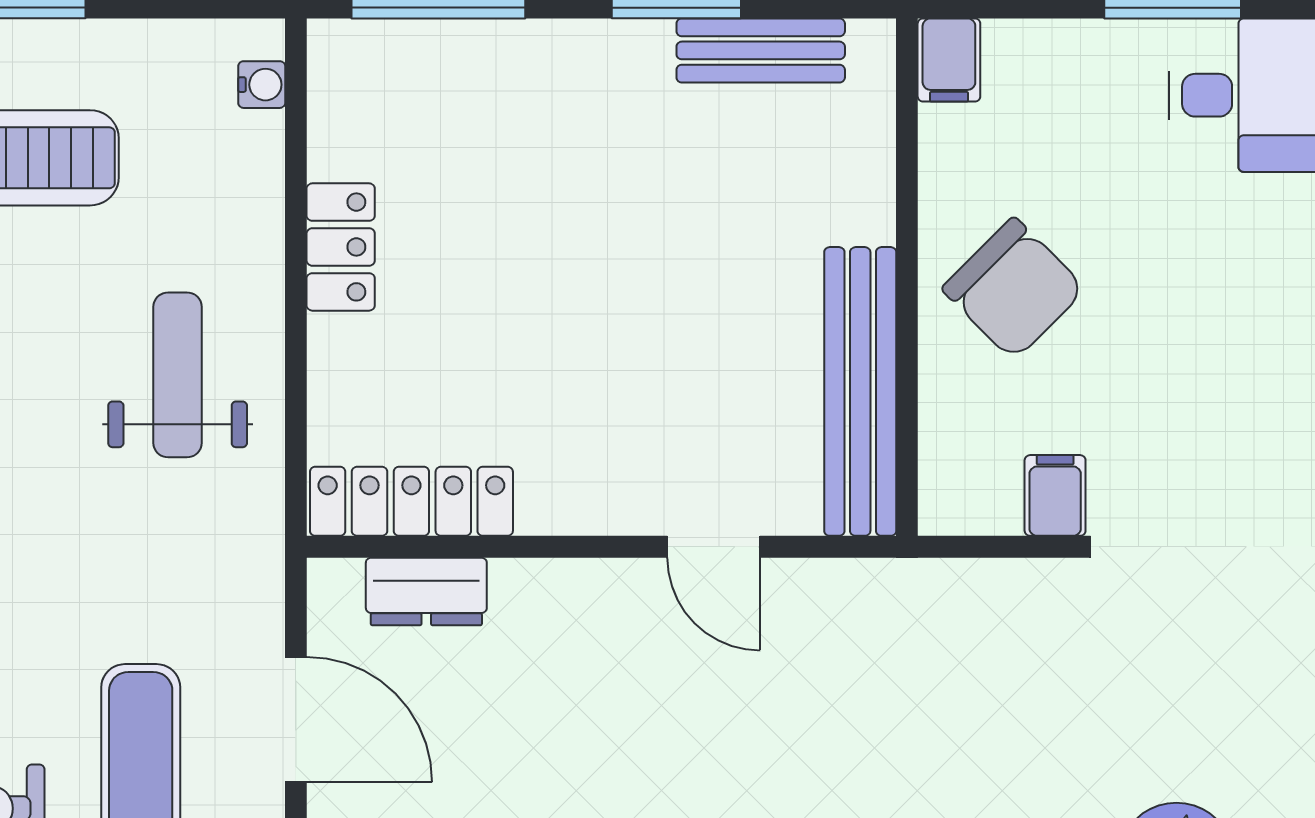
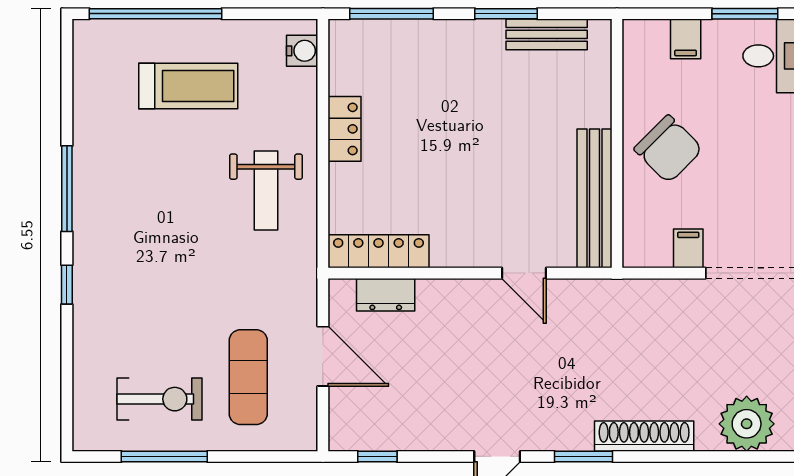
filing cabinet: (949, 60) -> (686, 39), moved
water cooler: (262, 85) -> (302, 51), width x1.38, depth x1.38
weight bench: (178, 375) -> (266, 190), turned 180

